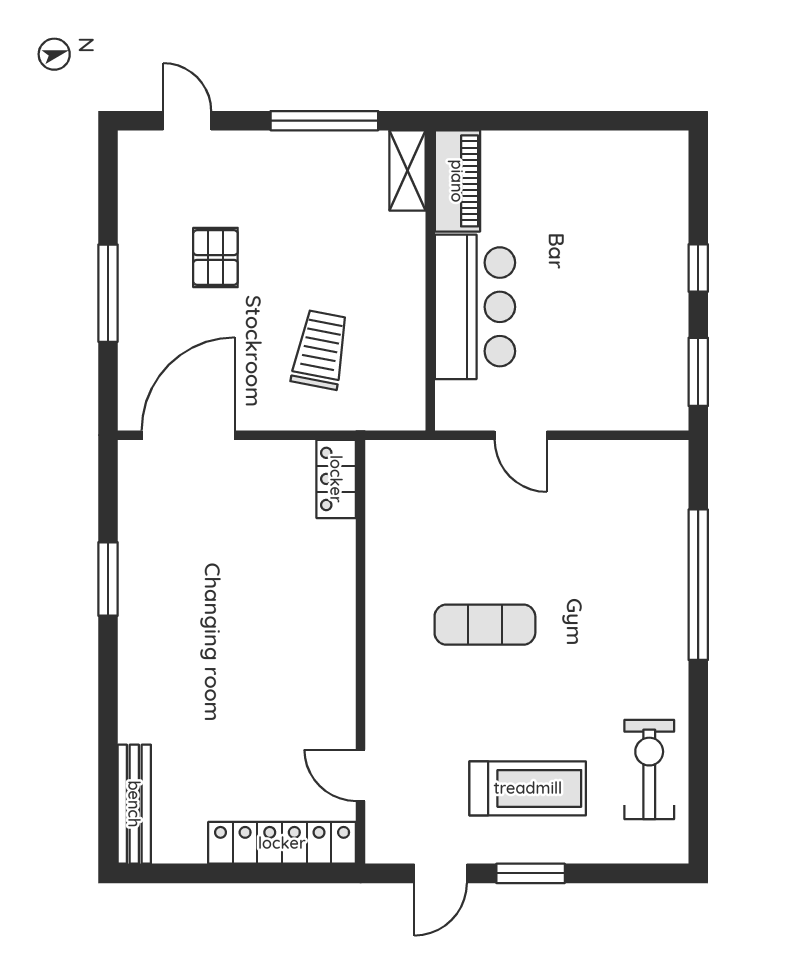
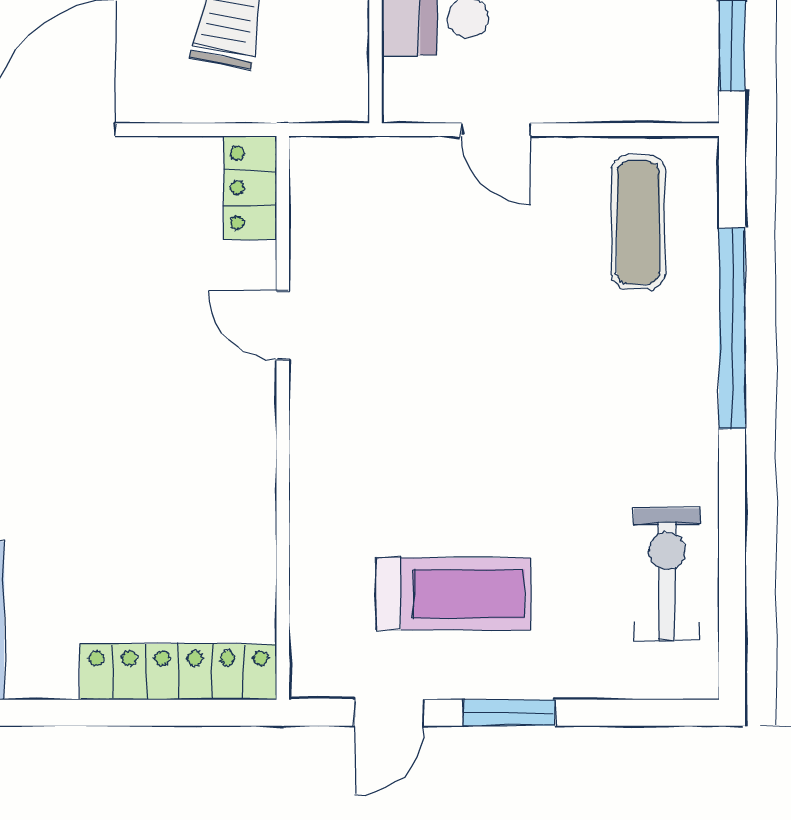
exercise mat: (485, 625) -> (638, 223), moved, turned 90
door: (361, 775) -> (283, 325), moved
treadmill: (528, 788) -> (453, 594), moved

